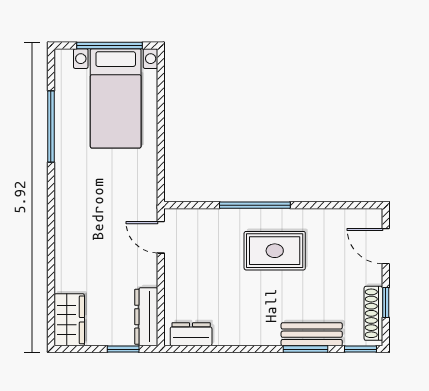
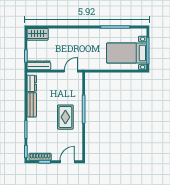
bench: (312, 334) -> (32, 105), moved

